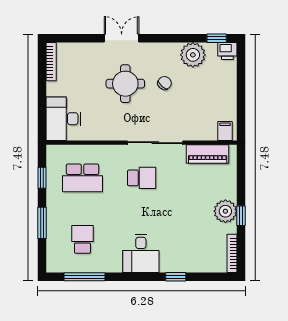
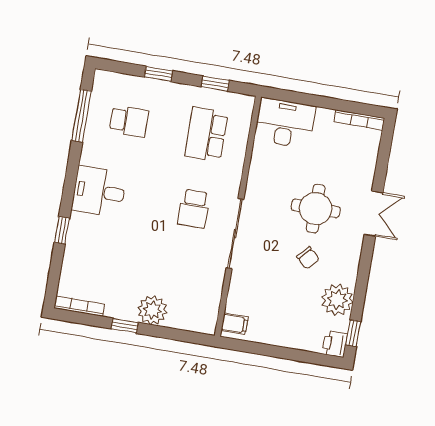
piano: (208, 154) -> (209, 297), removed
plant: (225, 211) -> (152, 310), moved
window: (42, 223) -> (158, 74), width x0.67

